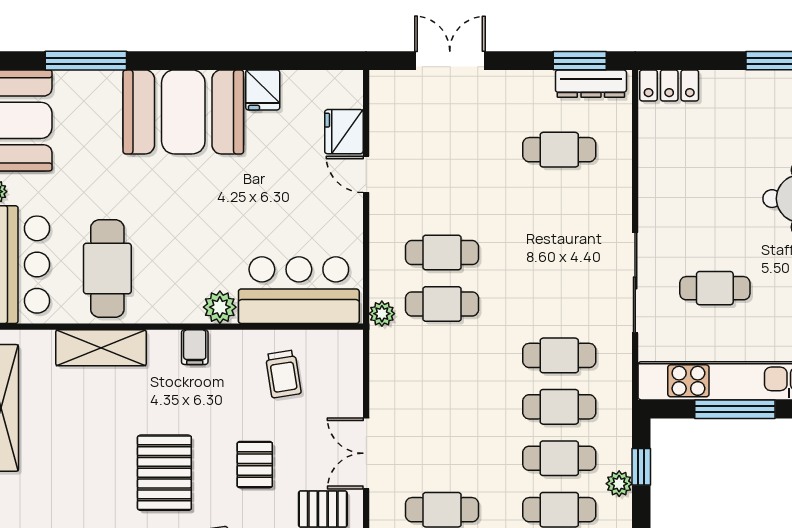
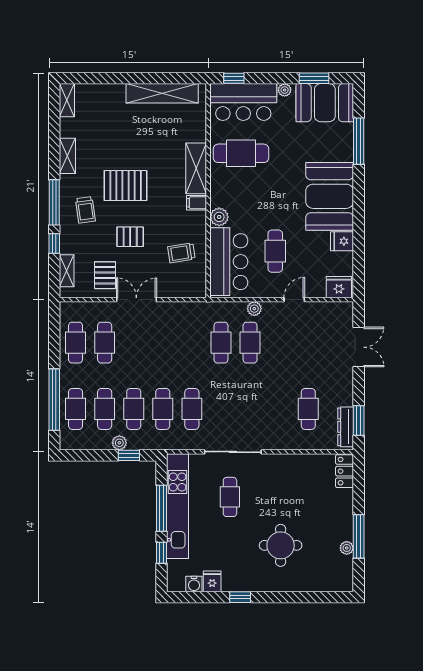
fridge: (344, 132) -> (339, 287), moved
cafe table: (280, 208) -> (275, 251), added
plant: (382, 314) -> (254, 309), moved
shelving: (101, 348) -> (196, 168), moved

